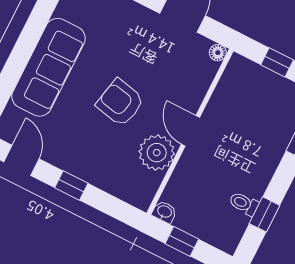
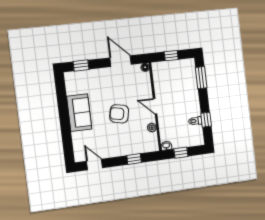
sofa: (49, 67) -> (79, 113), width x0.73
plant: (157, 153) -> (152, 128), width x0.53, depth x0.53
window: (71, 186) -> (134, 159), moved

